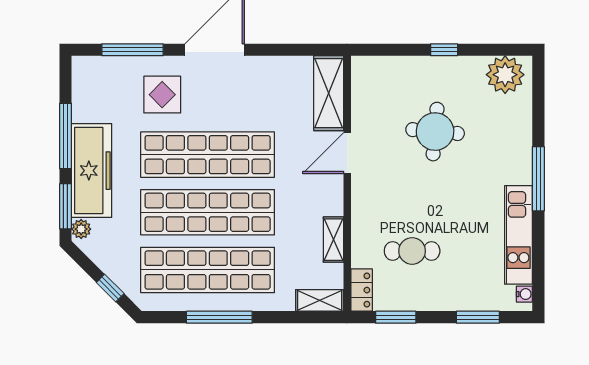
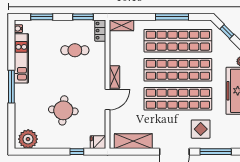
window: (444, 50) -> (77, 152), moved
fridge: (366, 69) -> (98, 142), added
shelving: (329, 93) -> (133, 141), moved, turned 90
shelving: (333, 240) -> (114, 77), moved

